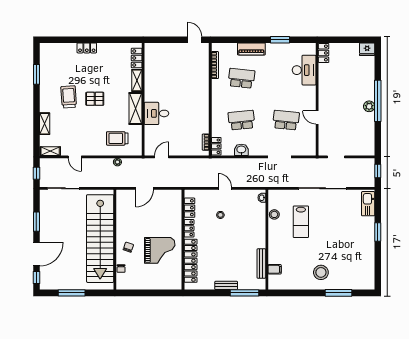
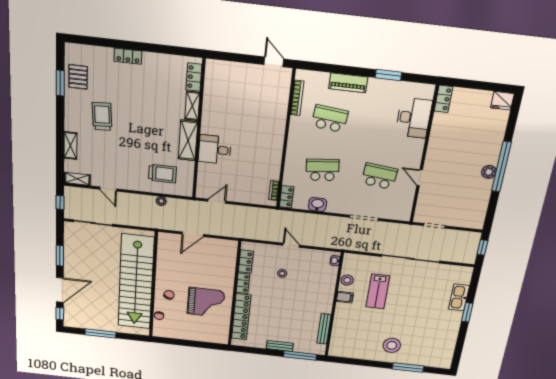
pallet: (95, 99) -> (78, 77), moved, turned 90
trolley: (117, 138) -> (162, 174), turned 180
kitchen sink: (368, 204) -> (459, 297), moved
filing cabinet: (275, 269) -> (345, 297), moved

